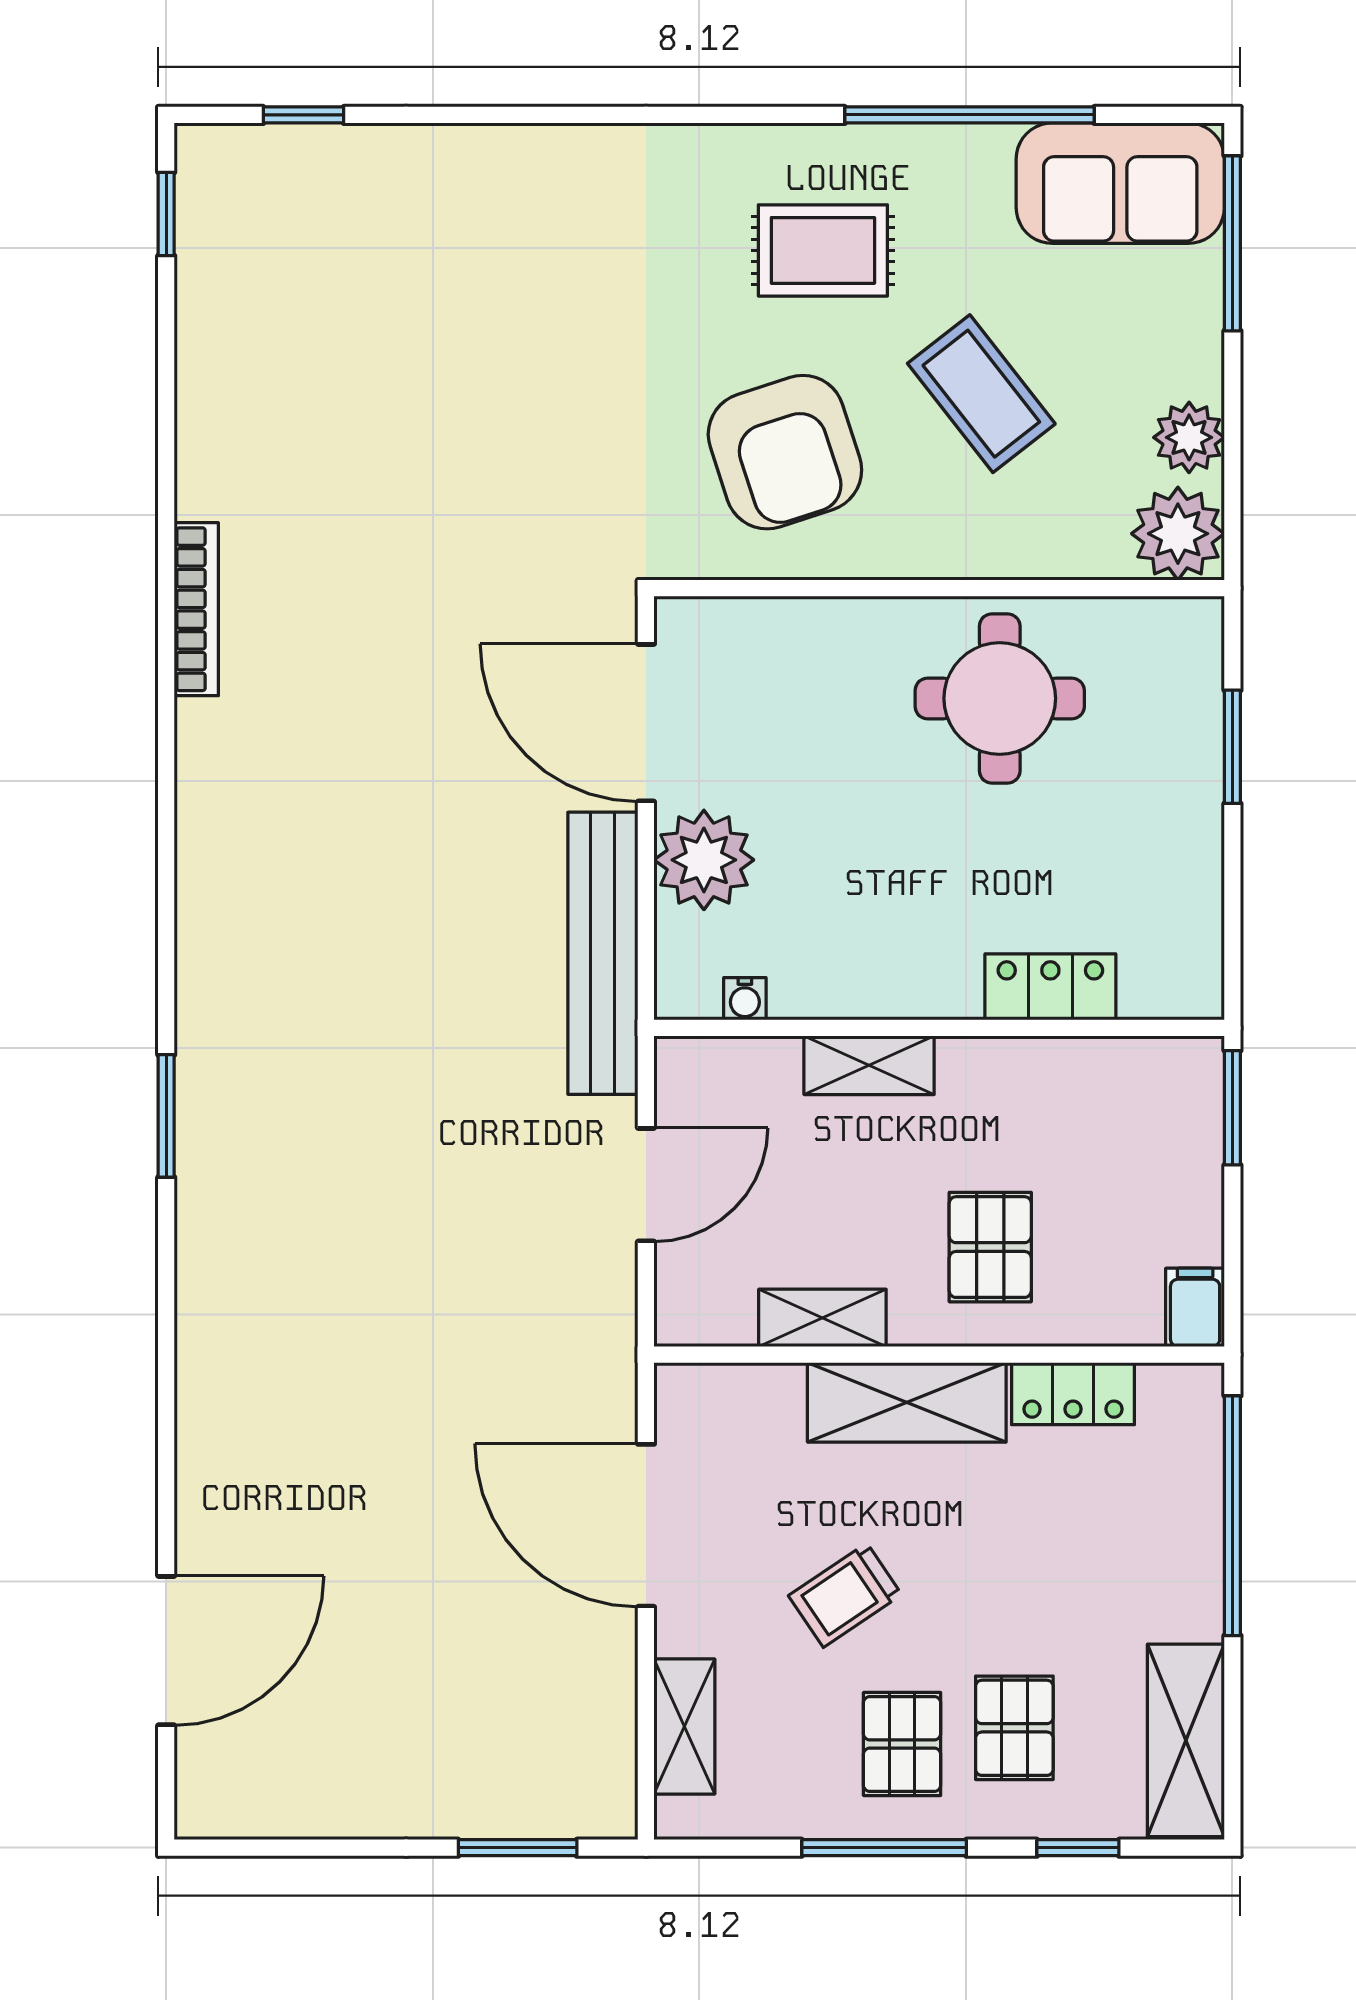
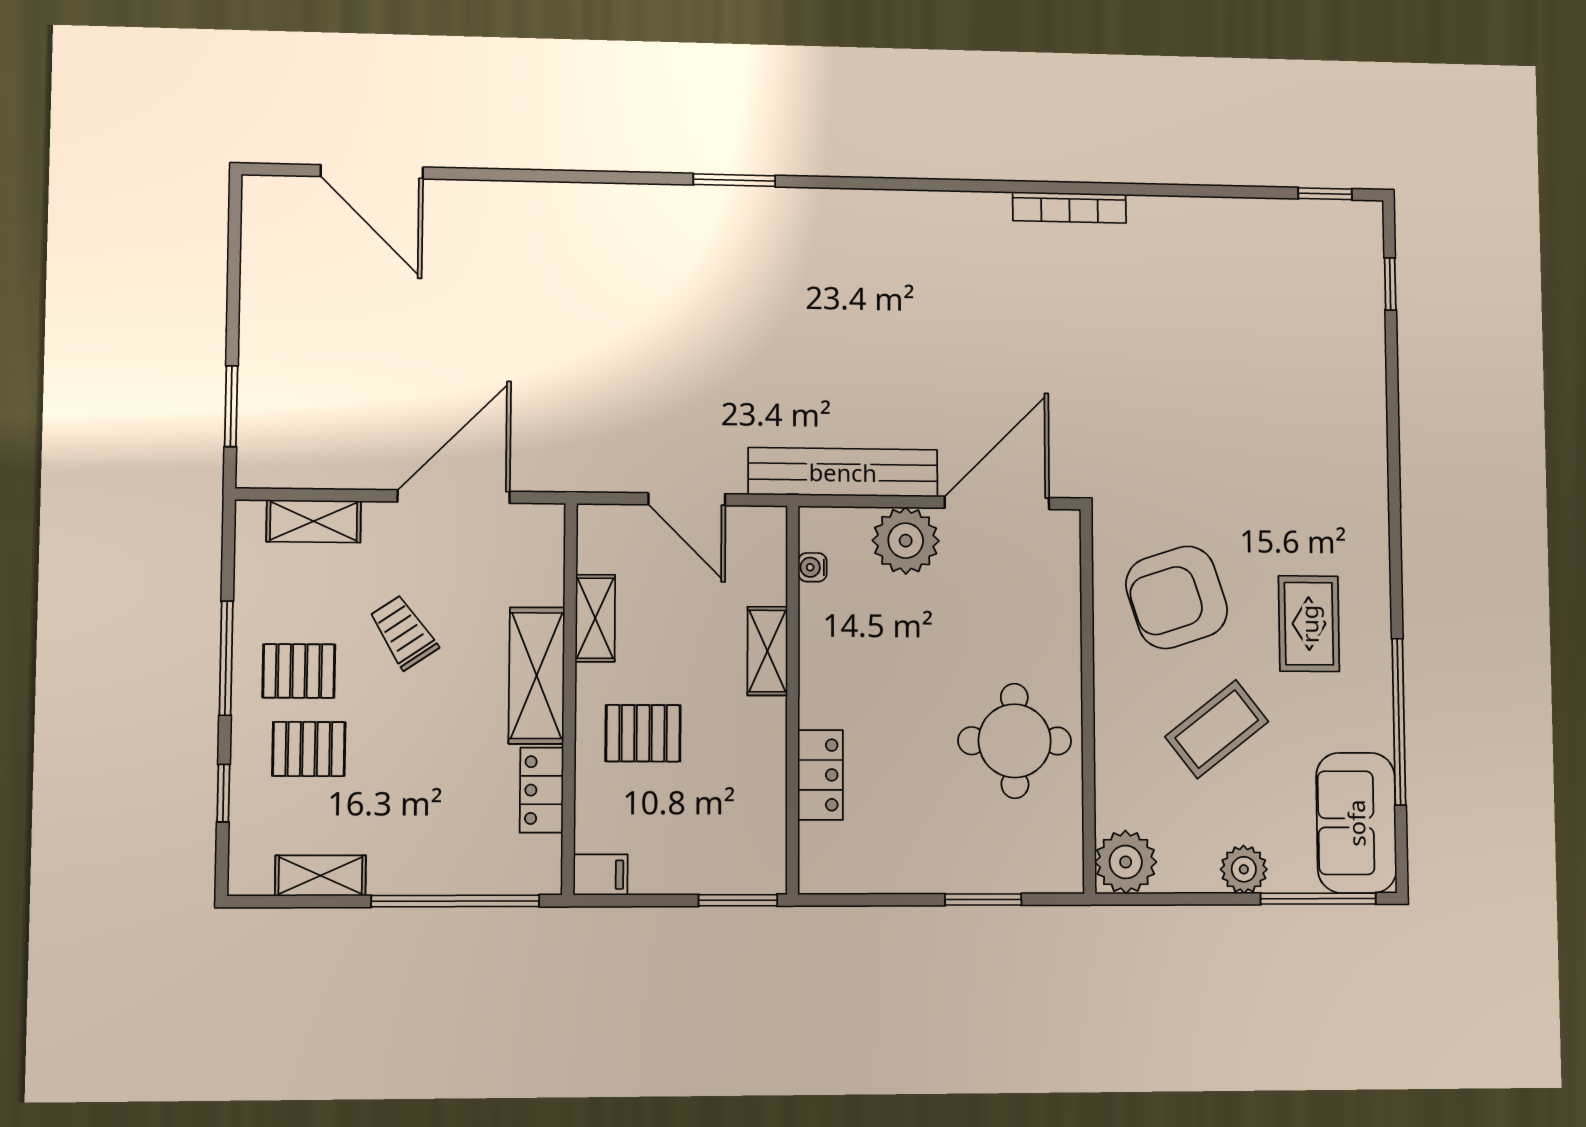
plant: (1189, 437) -> (1244, 869), moved
shelving: (1186, 1740) -> (320, 876), width x0.67, depth x0.75

